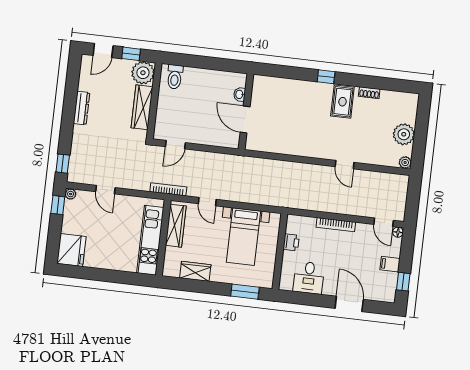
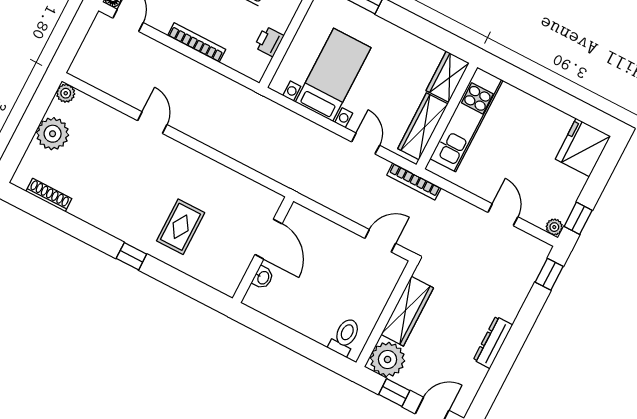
shoe rack: (369, 93) -> (49, 195), moved, width x1.43
rug: (342, 102) -> (181, 227), moved
wardrobe: (195, 271) -> (448, 77), moved, turned 90

